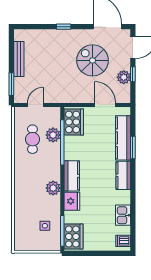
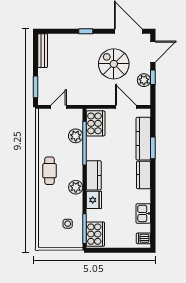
bench: (19, 59) -> (43, 51), moved
cafe table: (32, 139) -> (49, 171), moved

